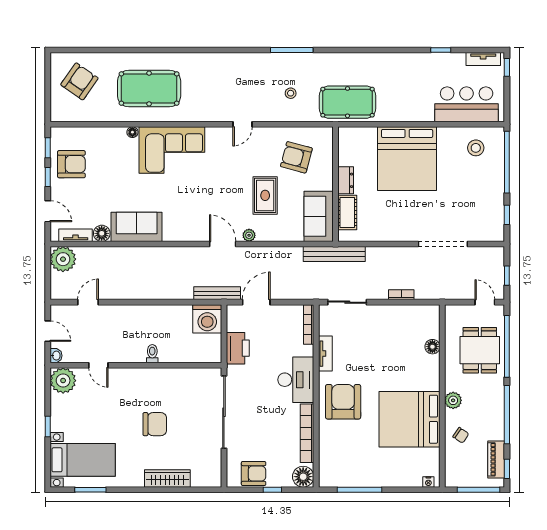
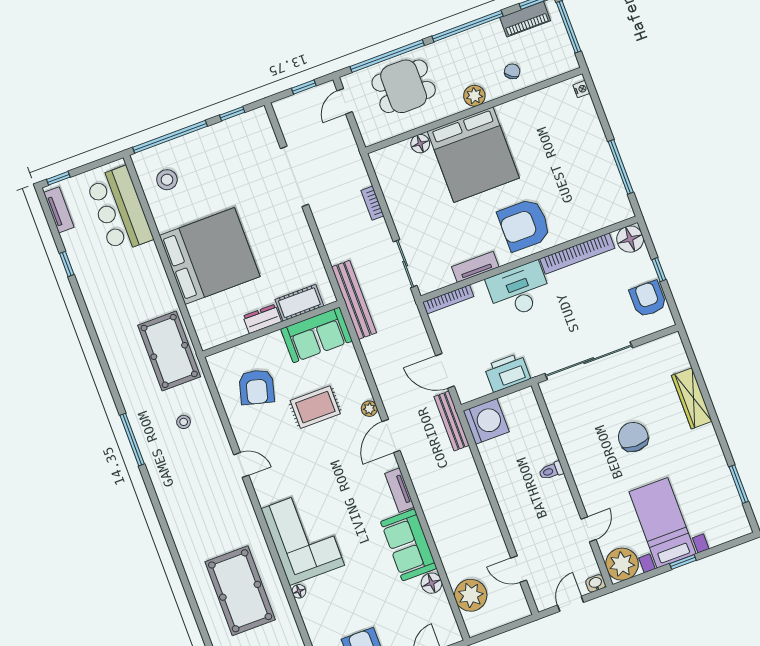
tv unit: (76, 235) -> (399, 490), moved
plant: (63, 259) -> (471, 595), moved
bed: (410, 419) -> (473, 155), moved
bed with nightstands: (83, 460) -> (662, 523), moved

